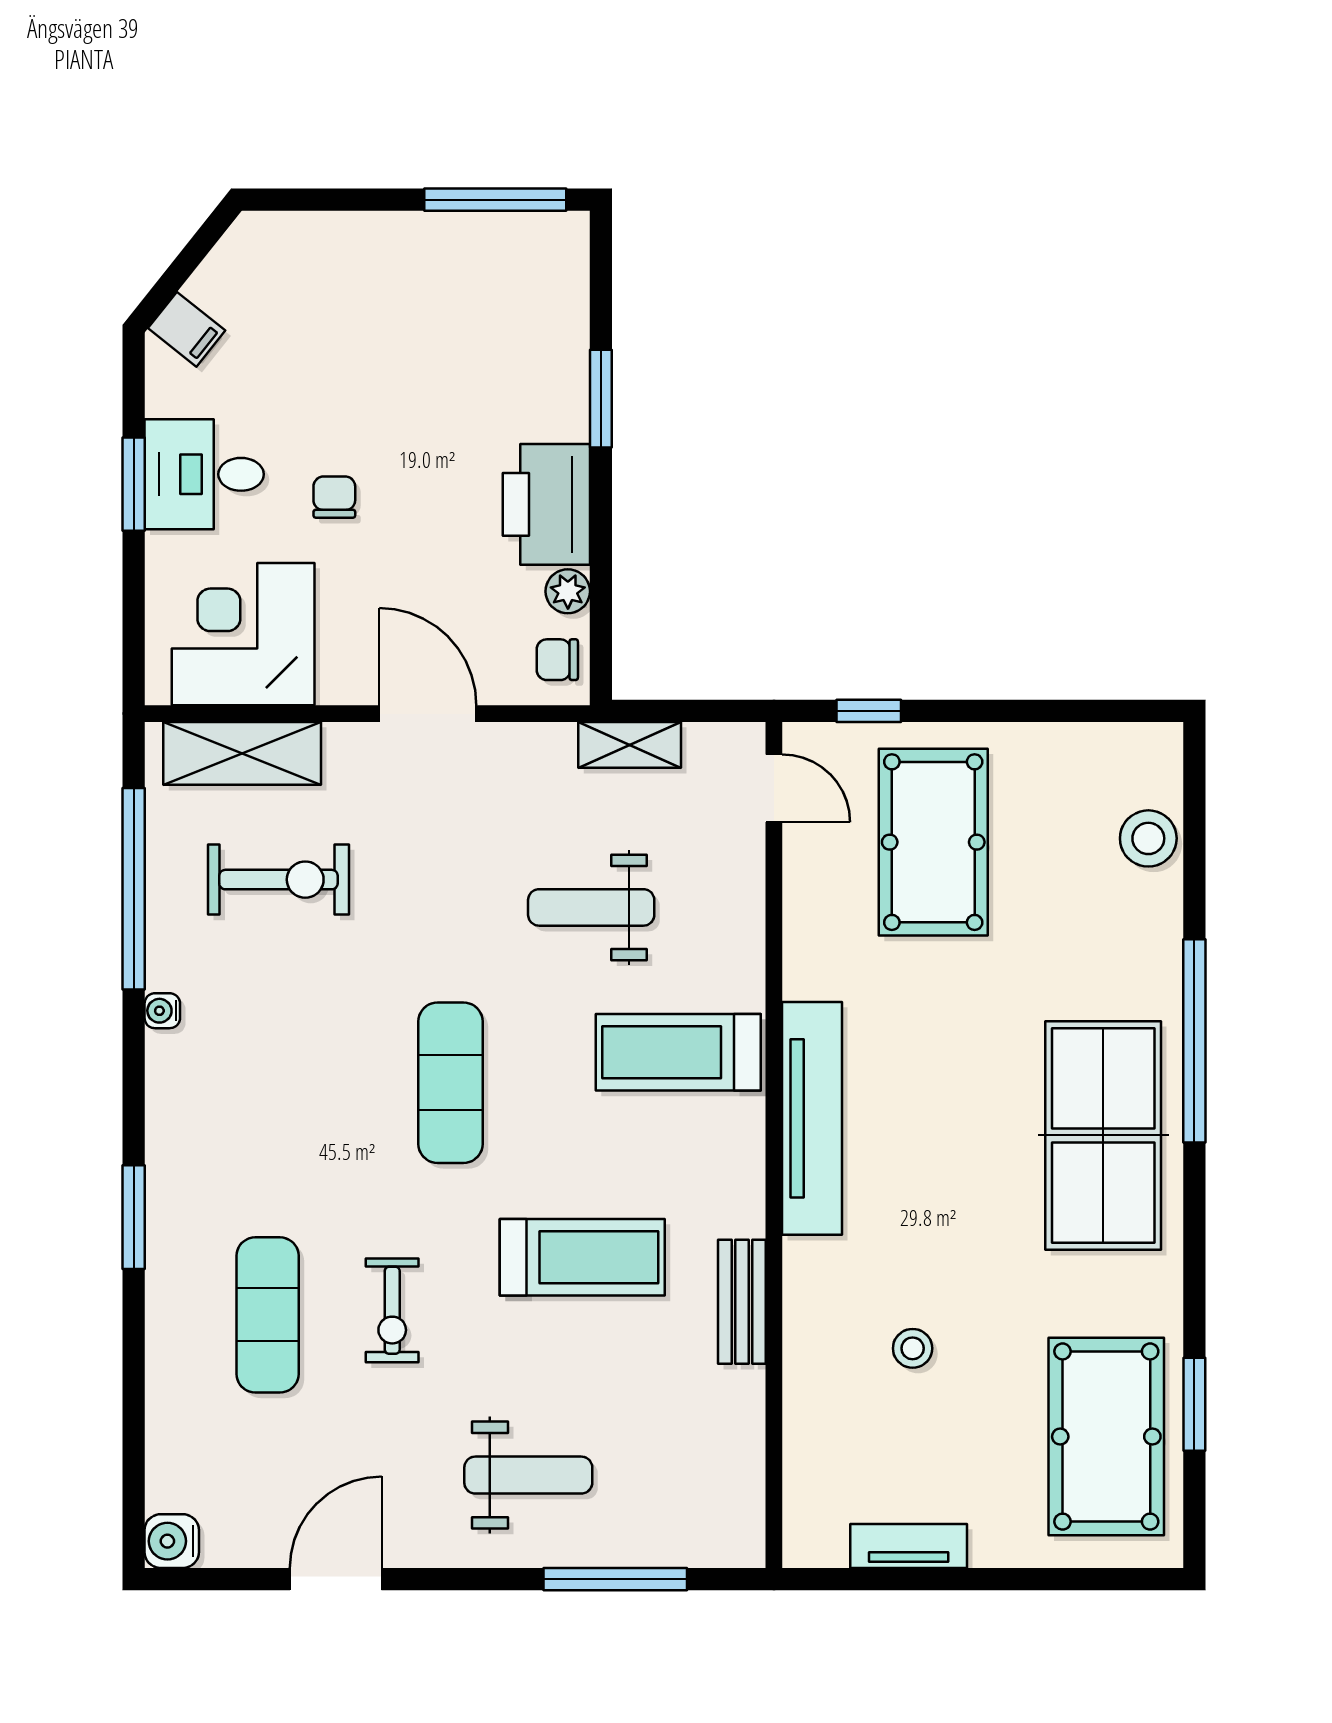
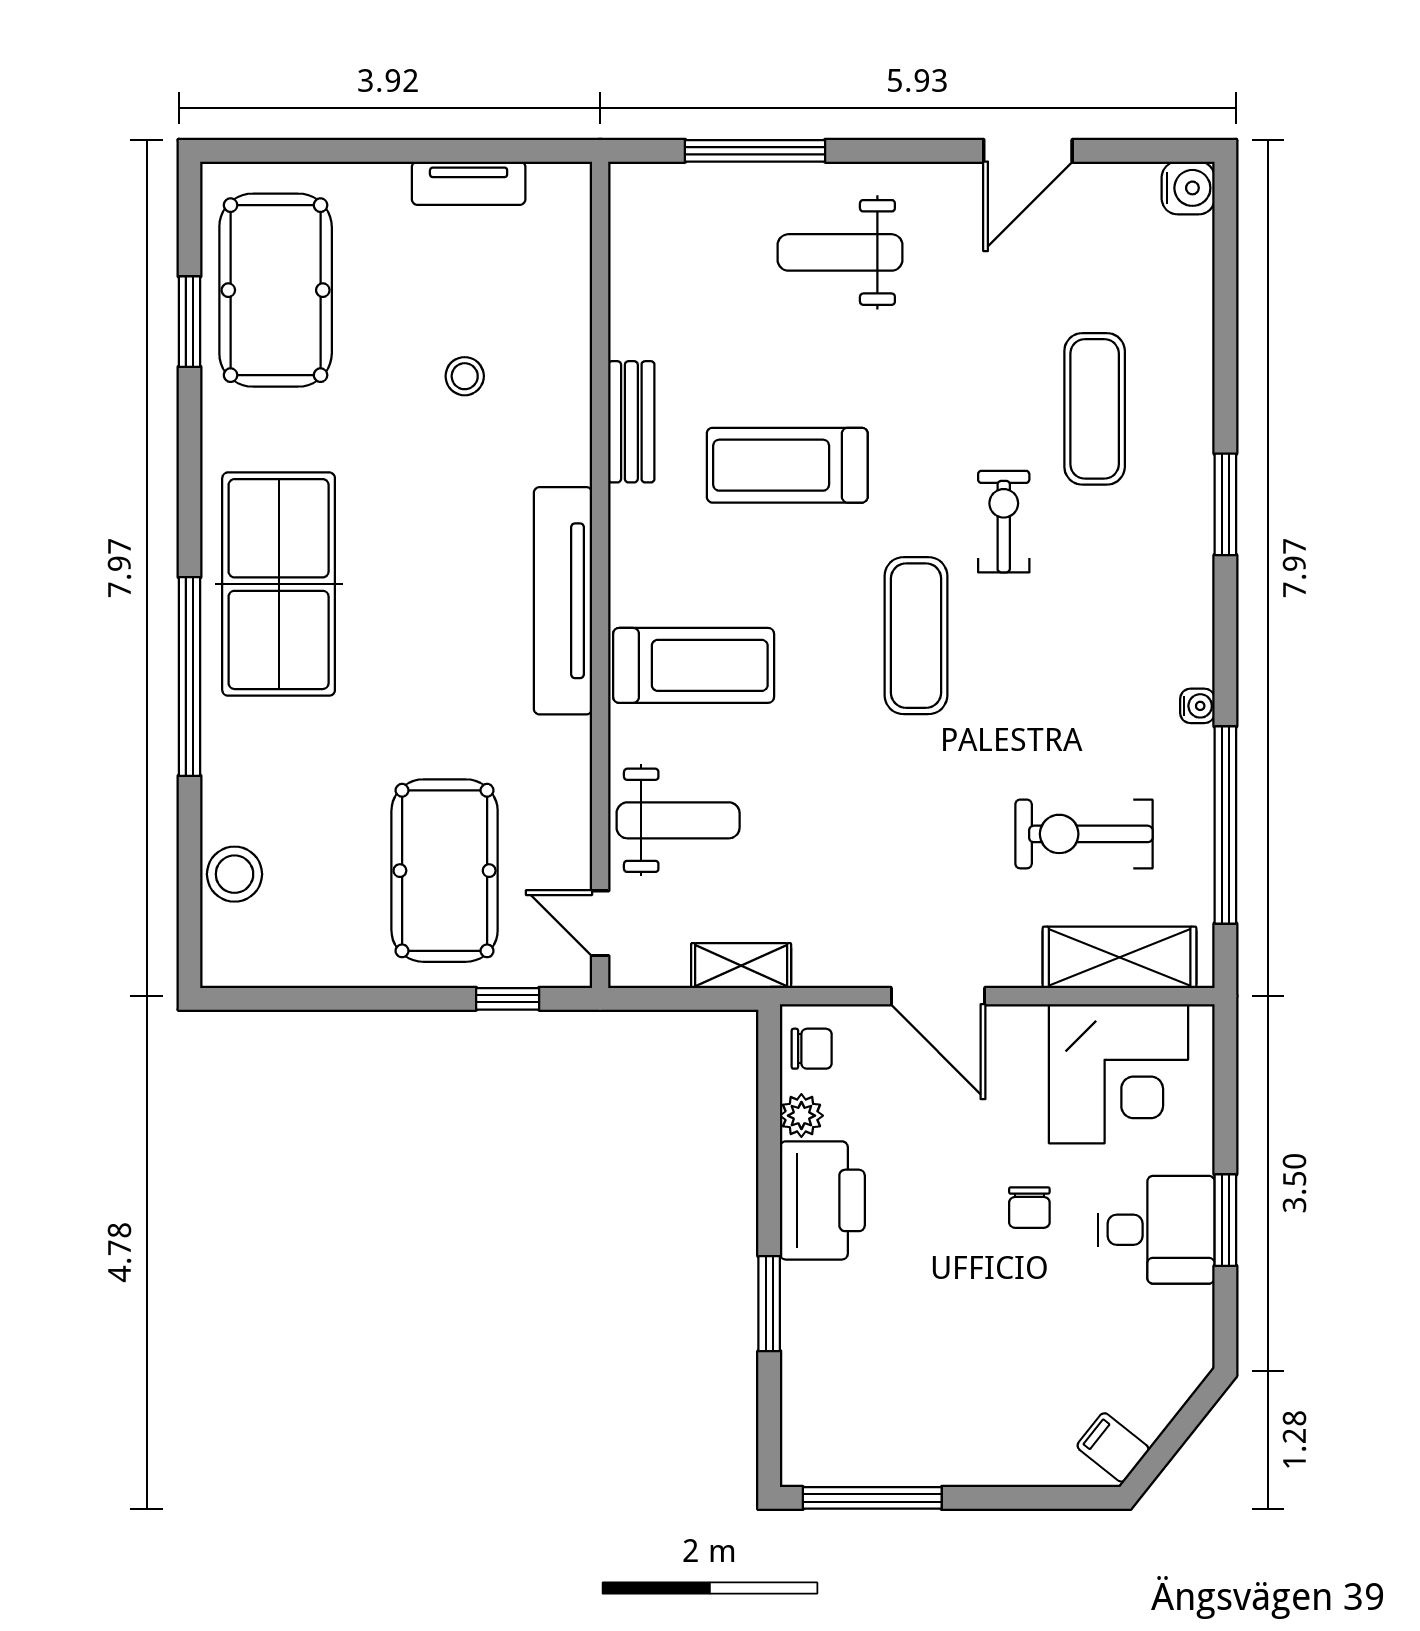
filing cabinet: (187, 329) -> (1113, 1447), moved
weight bench: (591, 907) -> (678, 820), moved
exercise bike: (392, 1310) -> (1004, 522), moved

